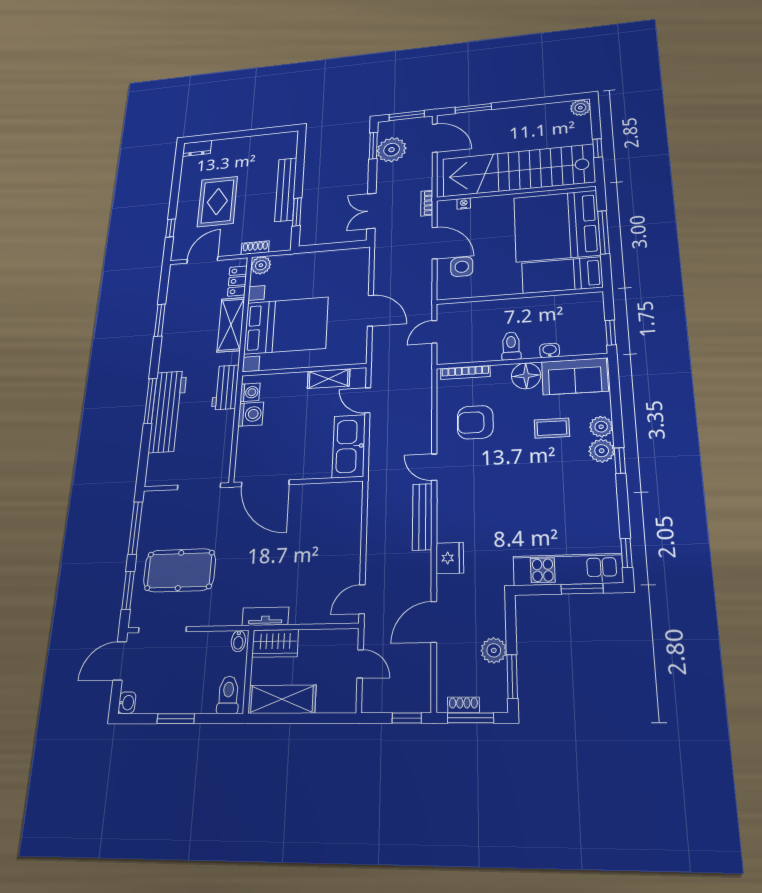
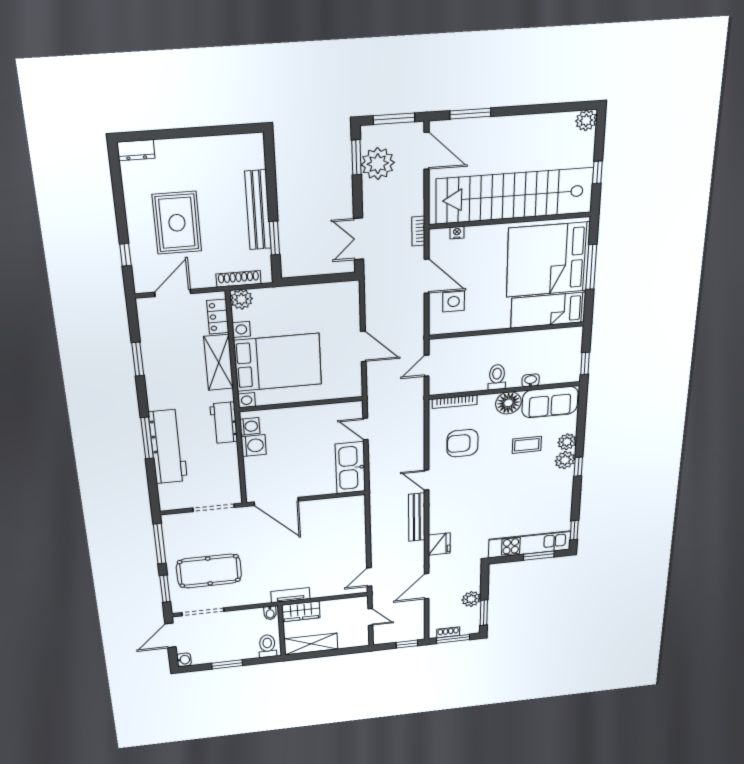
shoe rack: (255, 248) -> (239, 279), width x1.43
shelving: (329, 379) -> (327, 411), removed

